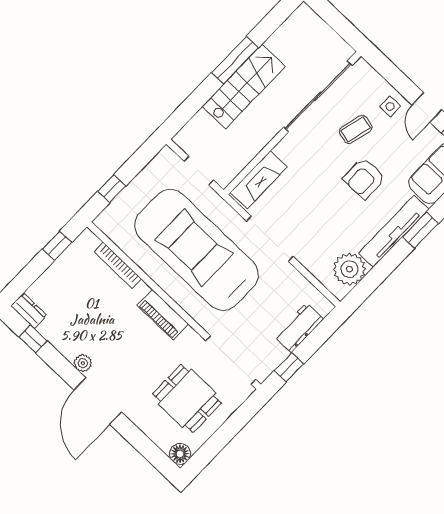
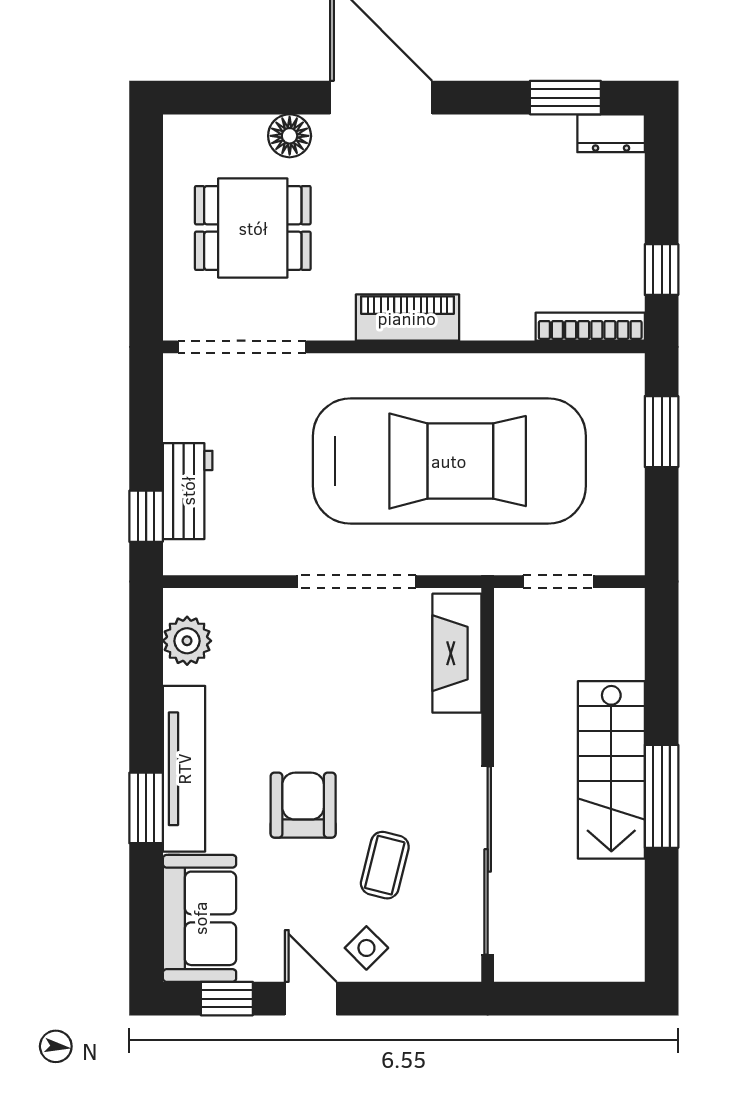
side table: (390, 106) -> (366, 948), turned 45
window: (112, 189) -> (662, 432), width x1.50
bookcase: (118, 265) -> (590, 327), moved
plant: (349, 269) -> (187, 641), width x0.73, depth x0.73
window: (33, 339) -> (565, 98), width x1.50
plant: (83, 363) -> (457, 132), removed
window: (289, 367) -> (146, 516), moved
floor lamp: (180, 454) -> (290, 136), moved

